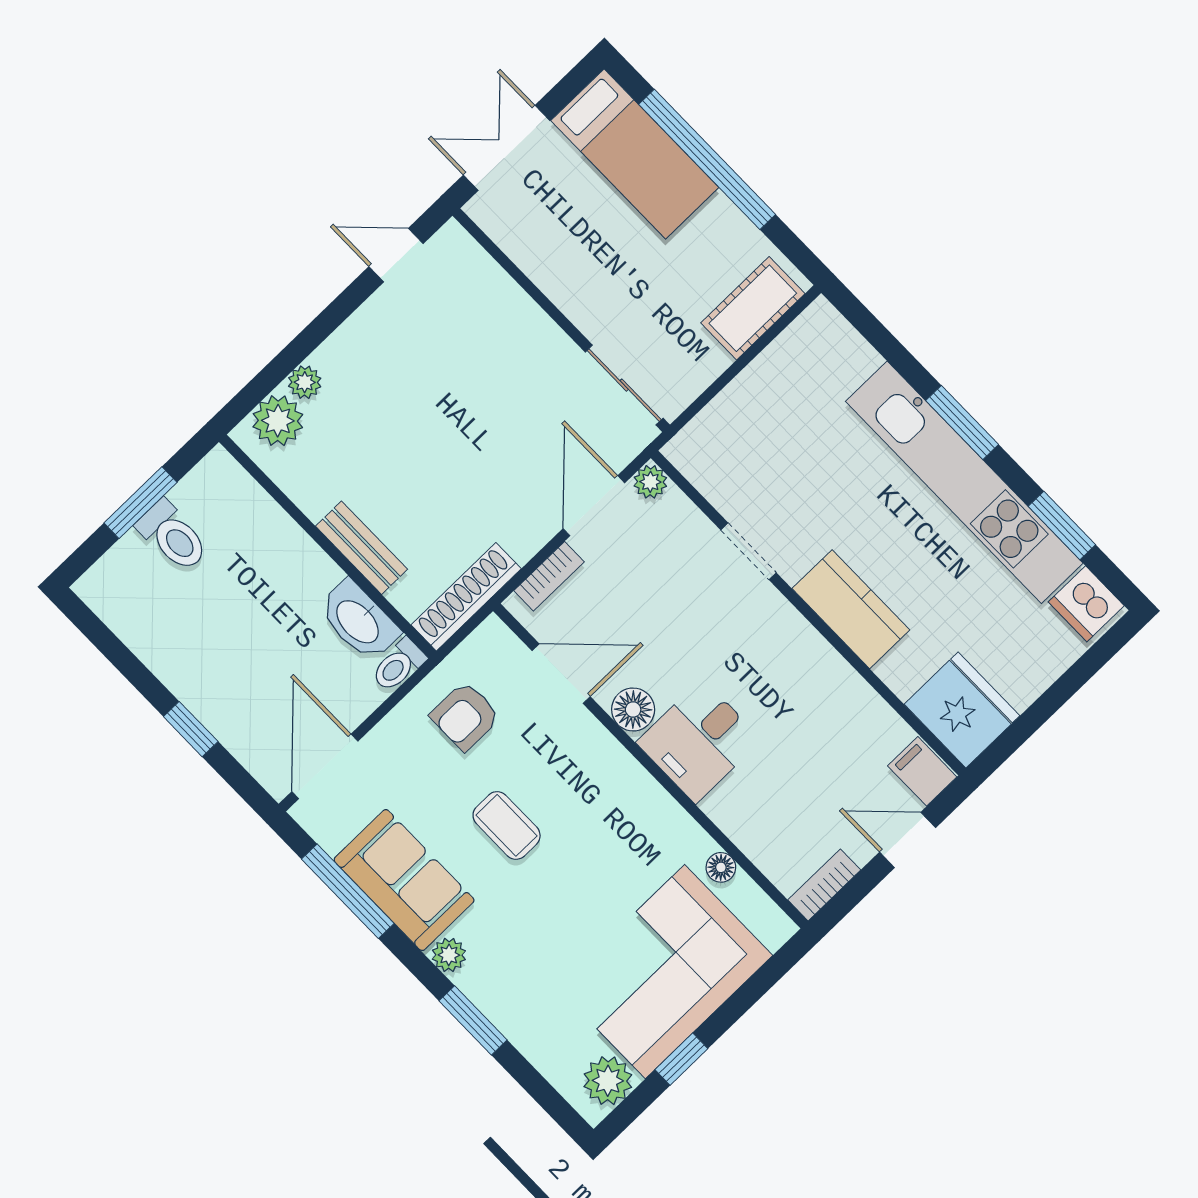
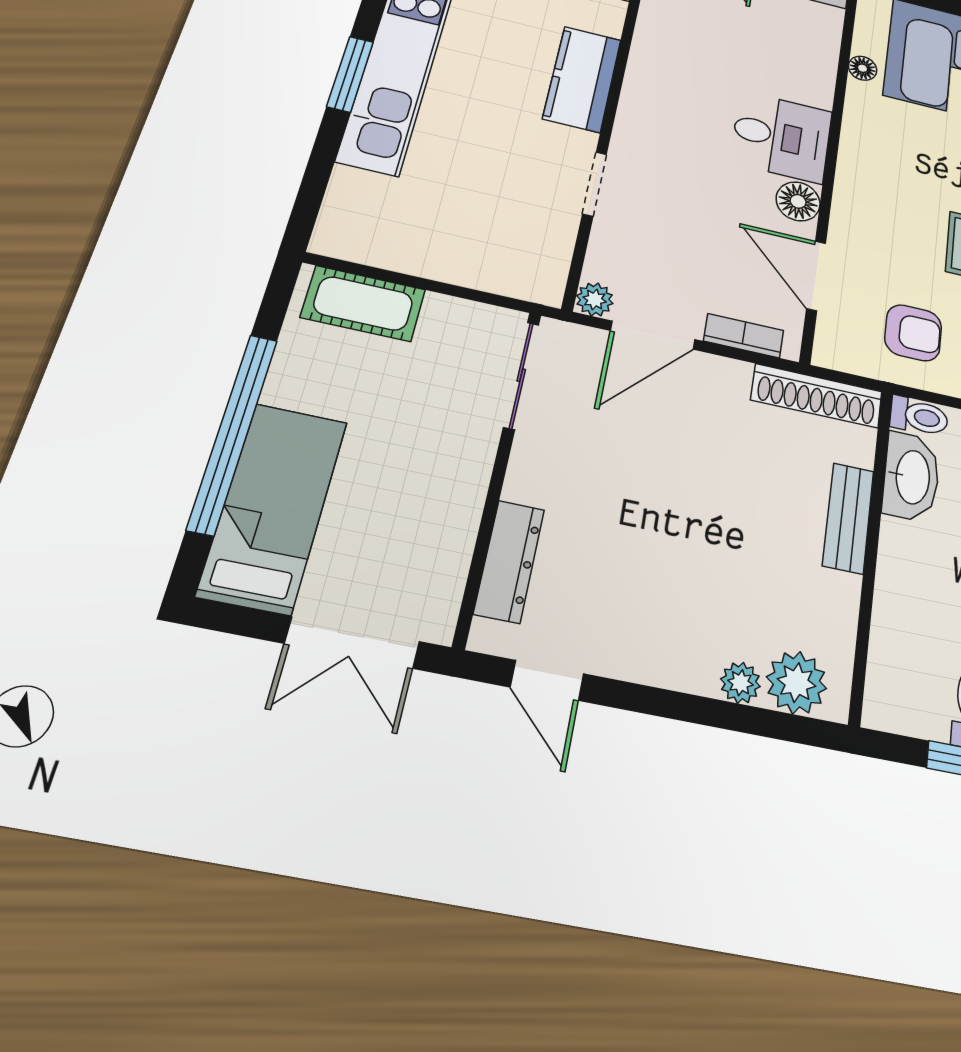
dresser: (493, 284) -> (509, 561), added

